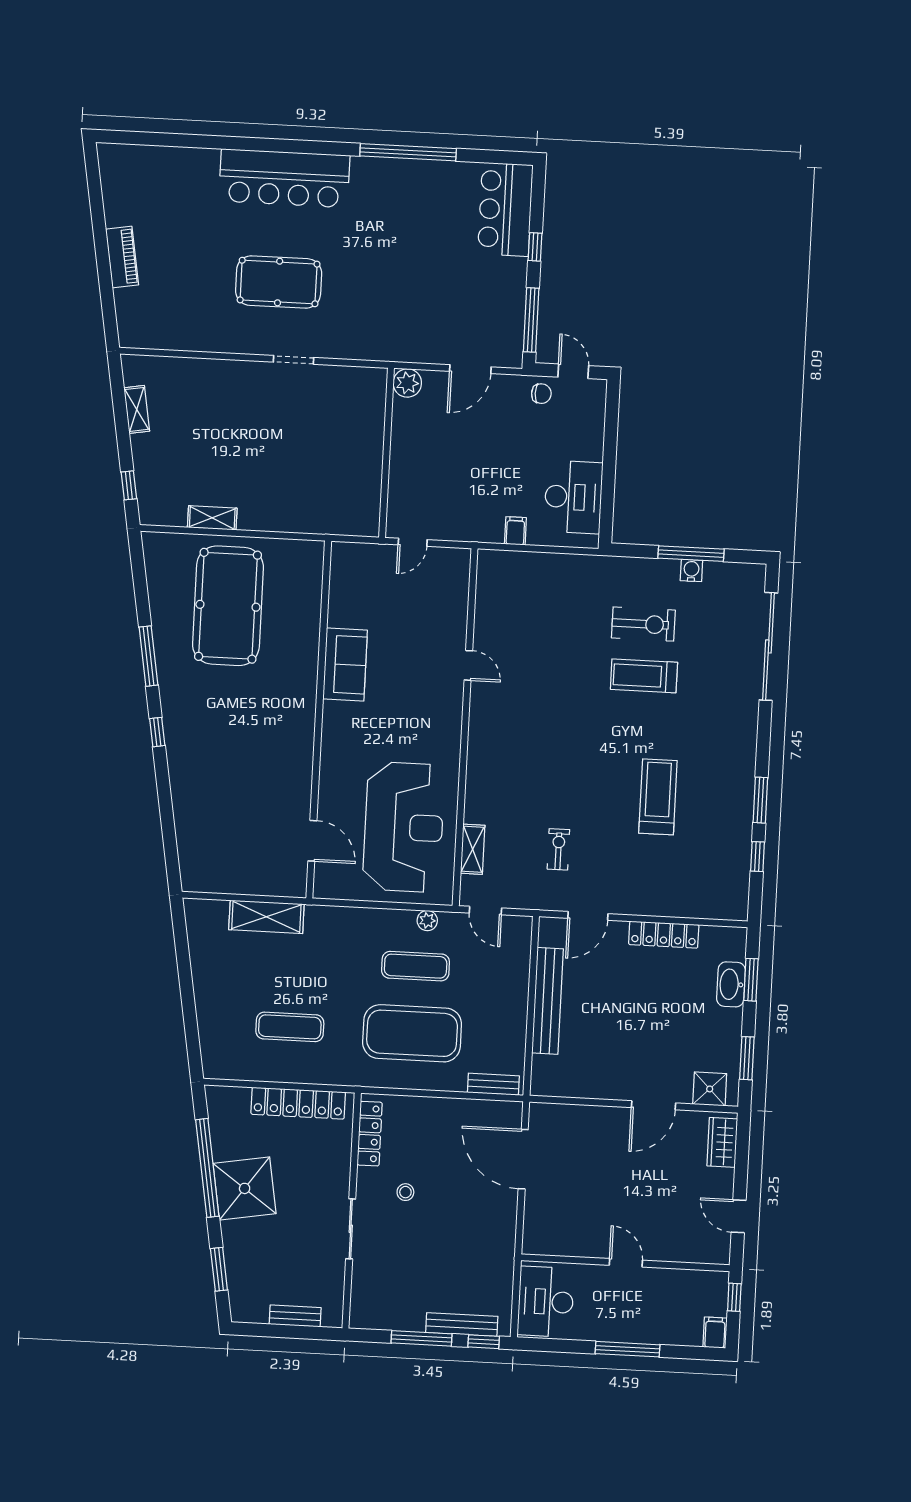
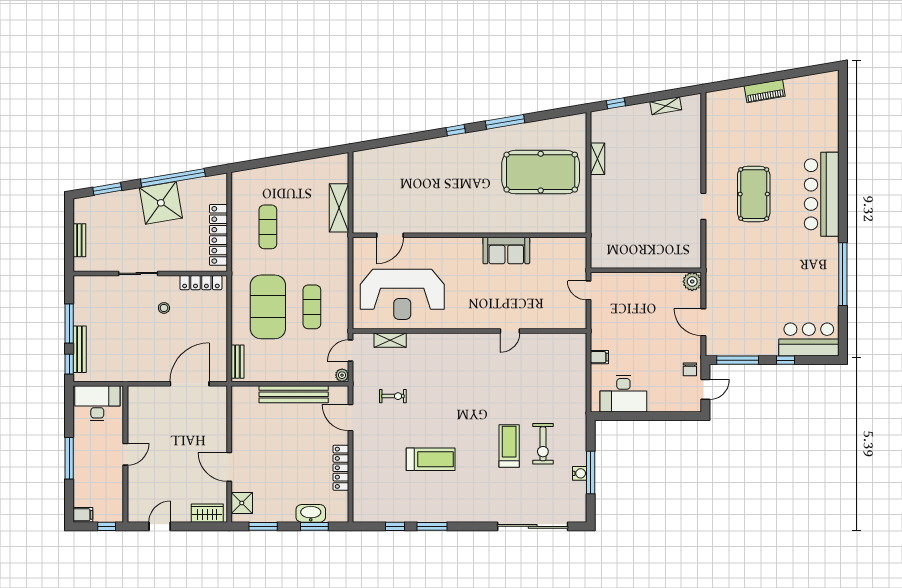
plant: (427, 921) -> (342, 375), moved

